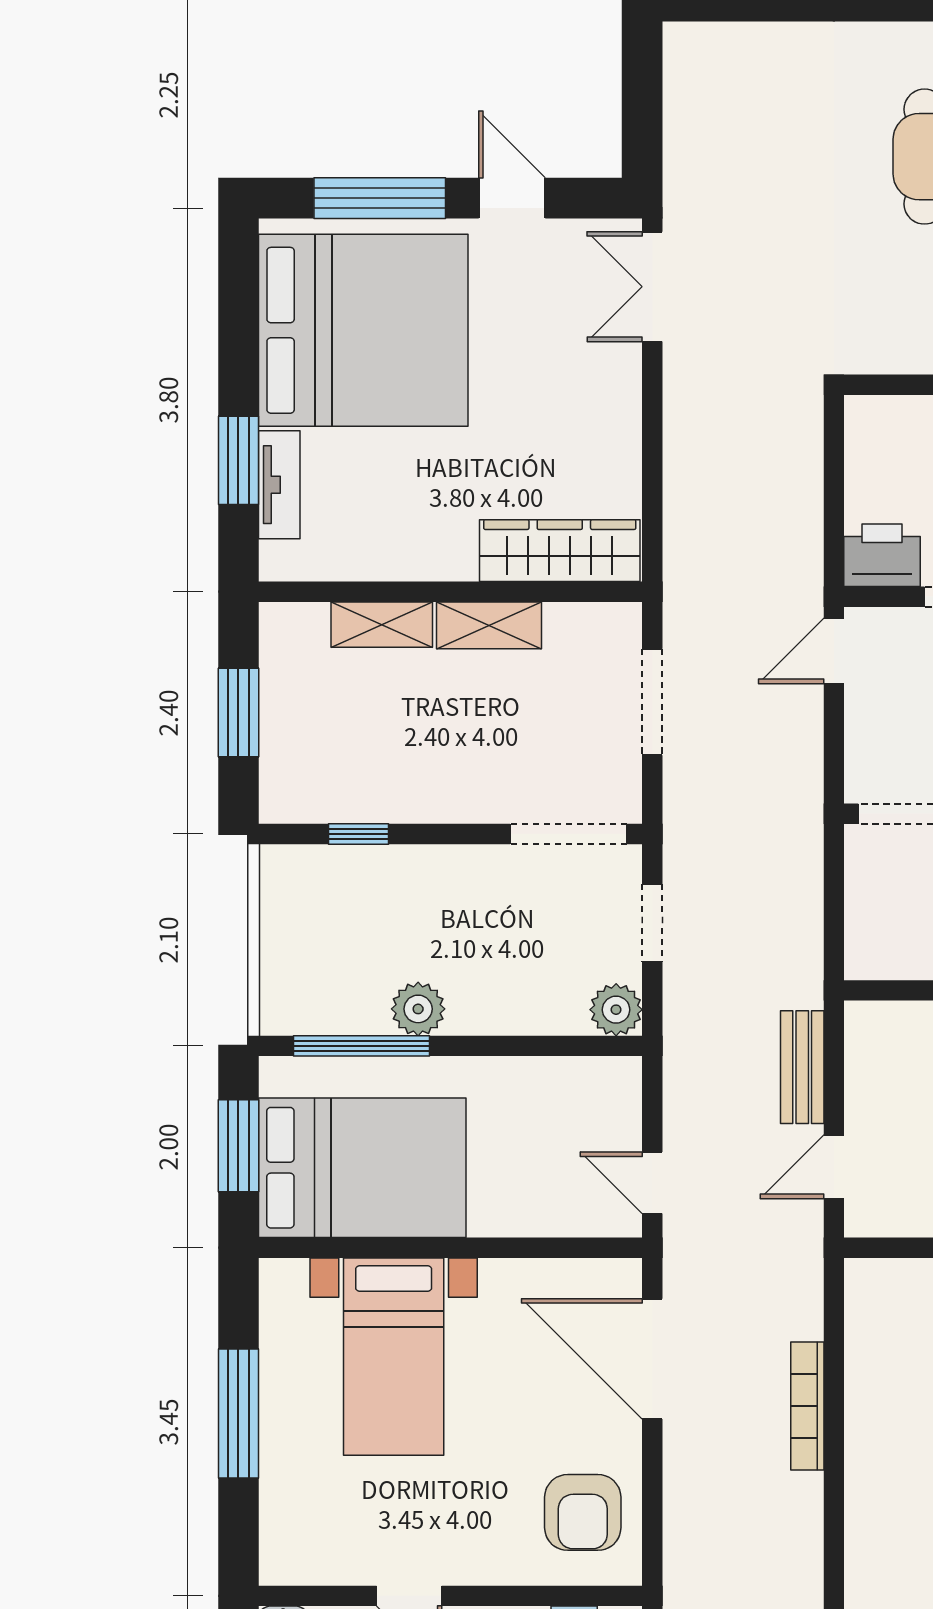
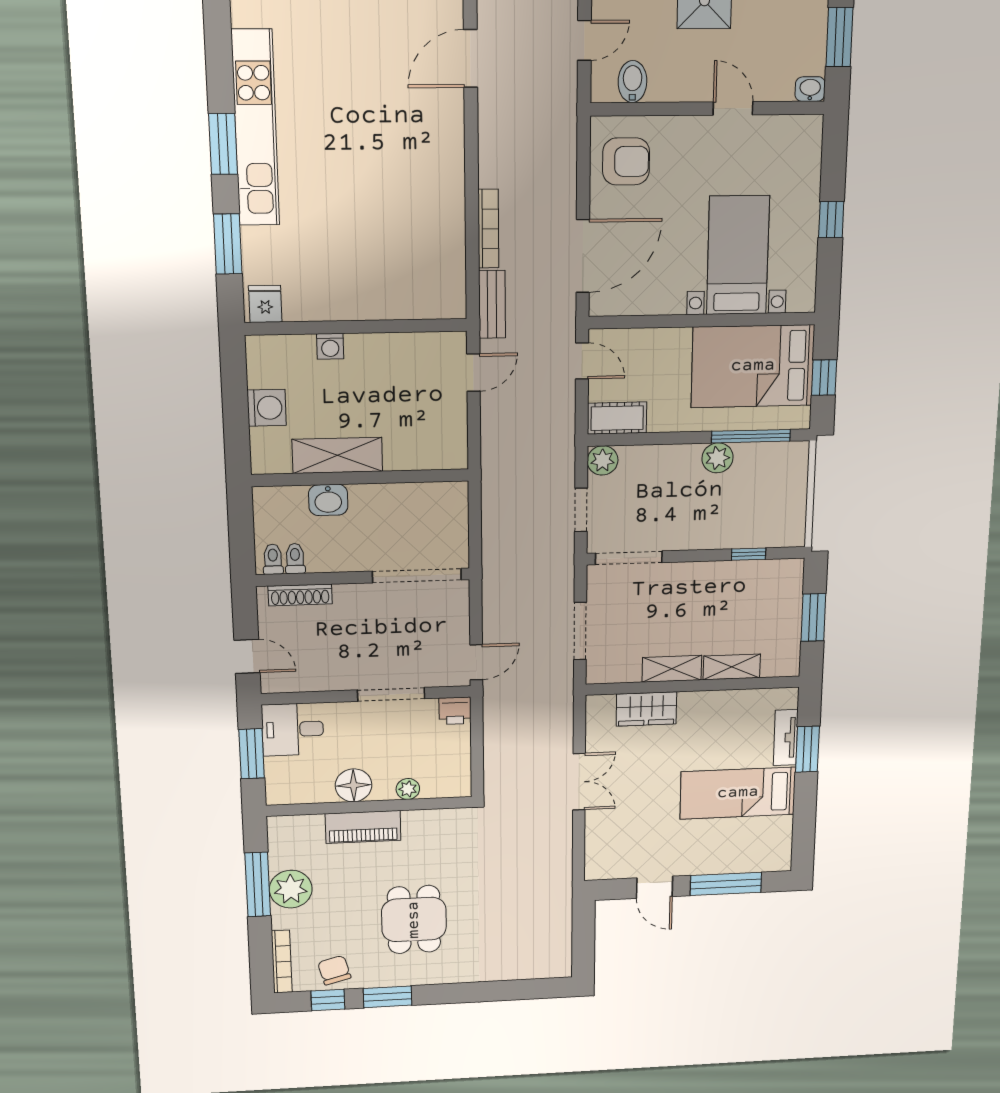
double door: (652, 287) -> (579, 782), moved
bed: (363, 330) -> (738, 793), width x0.49
wardrobe: (560, 551) -> (646, 709), width x0.67
printer: (882, 555) -> (455, 711), width x0.73, depth x0.81
bench: (802, 1067) -> (492, 304), moved
cot: (592, 1083) -> (617, 418), added
window: (238, 1146) -> (824, 378), width x0.67
door: (652, 1359) -> (583, 256), hinge flipped
window: (238, 1414) -> (831, 220), width x0.46
armchair: (583, 1512) -> (626, 161), turned 90

